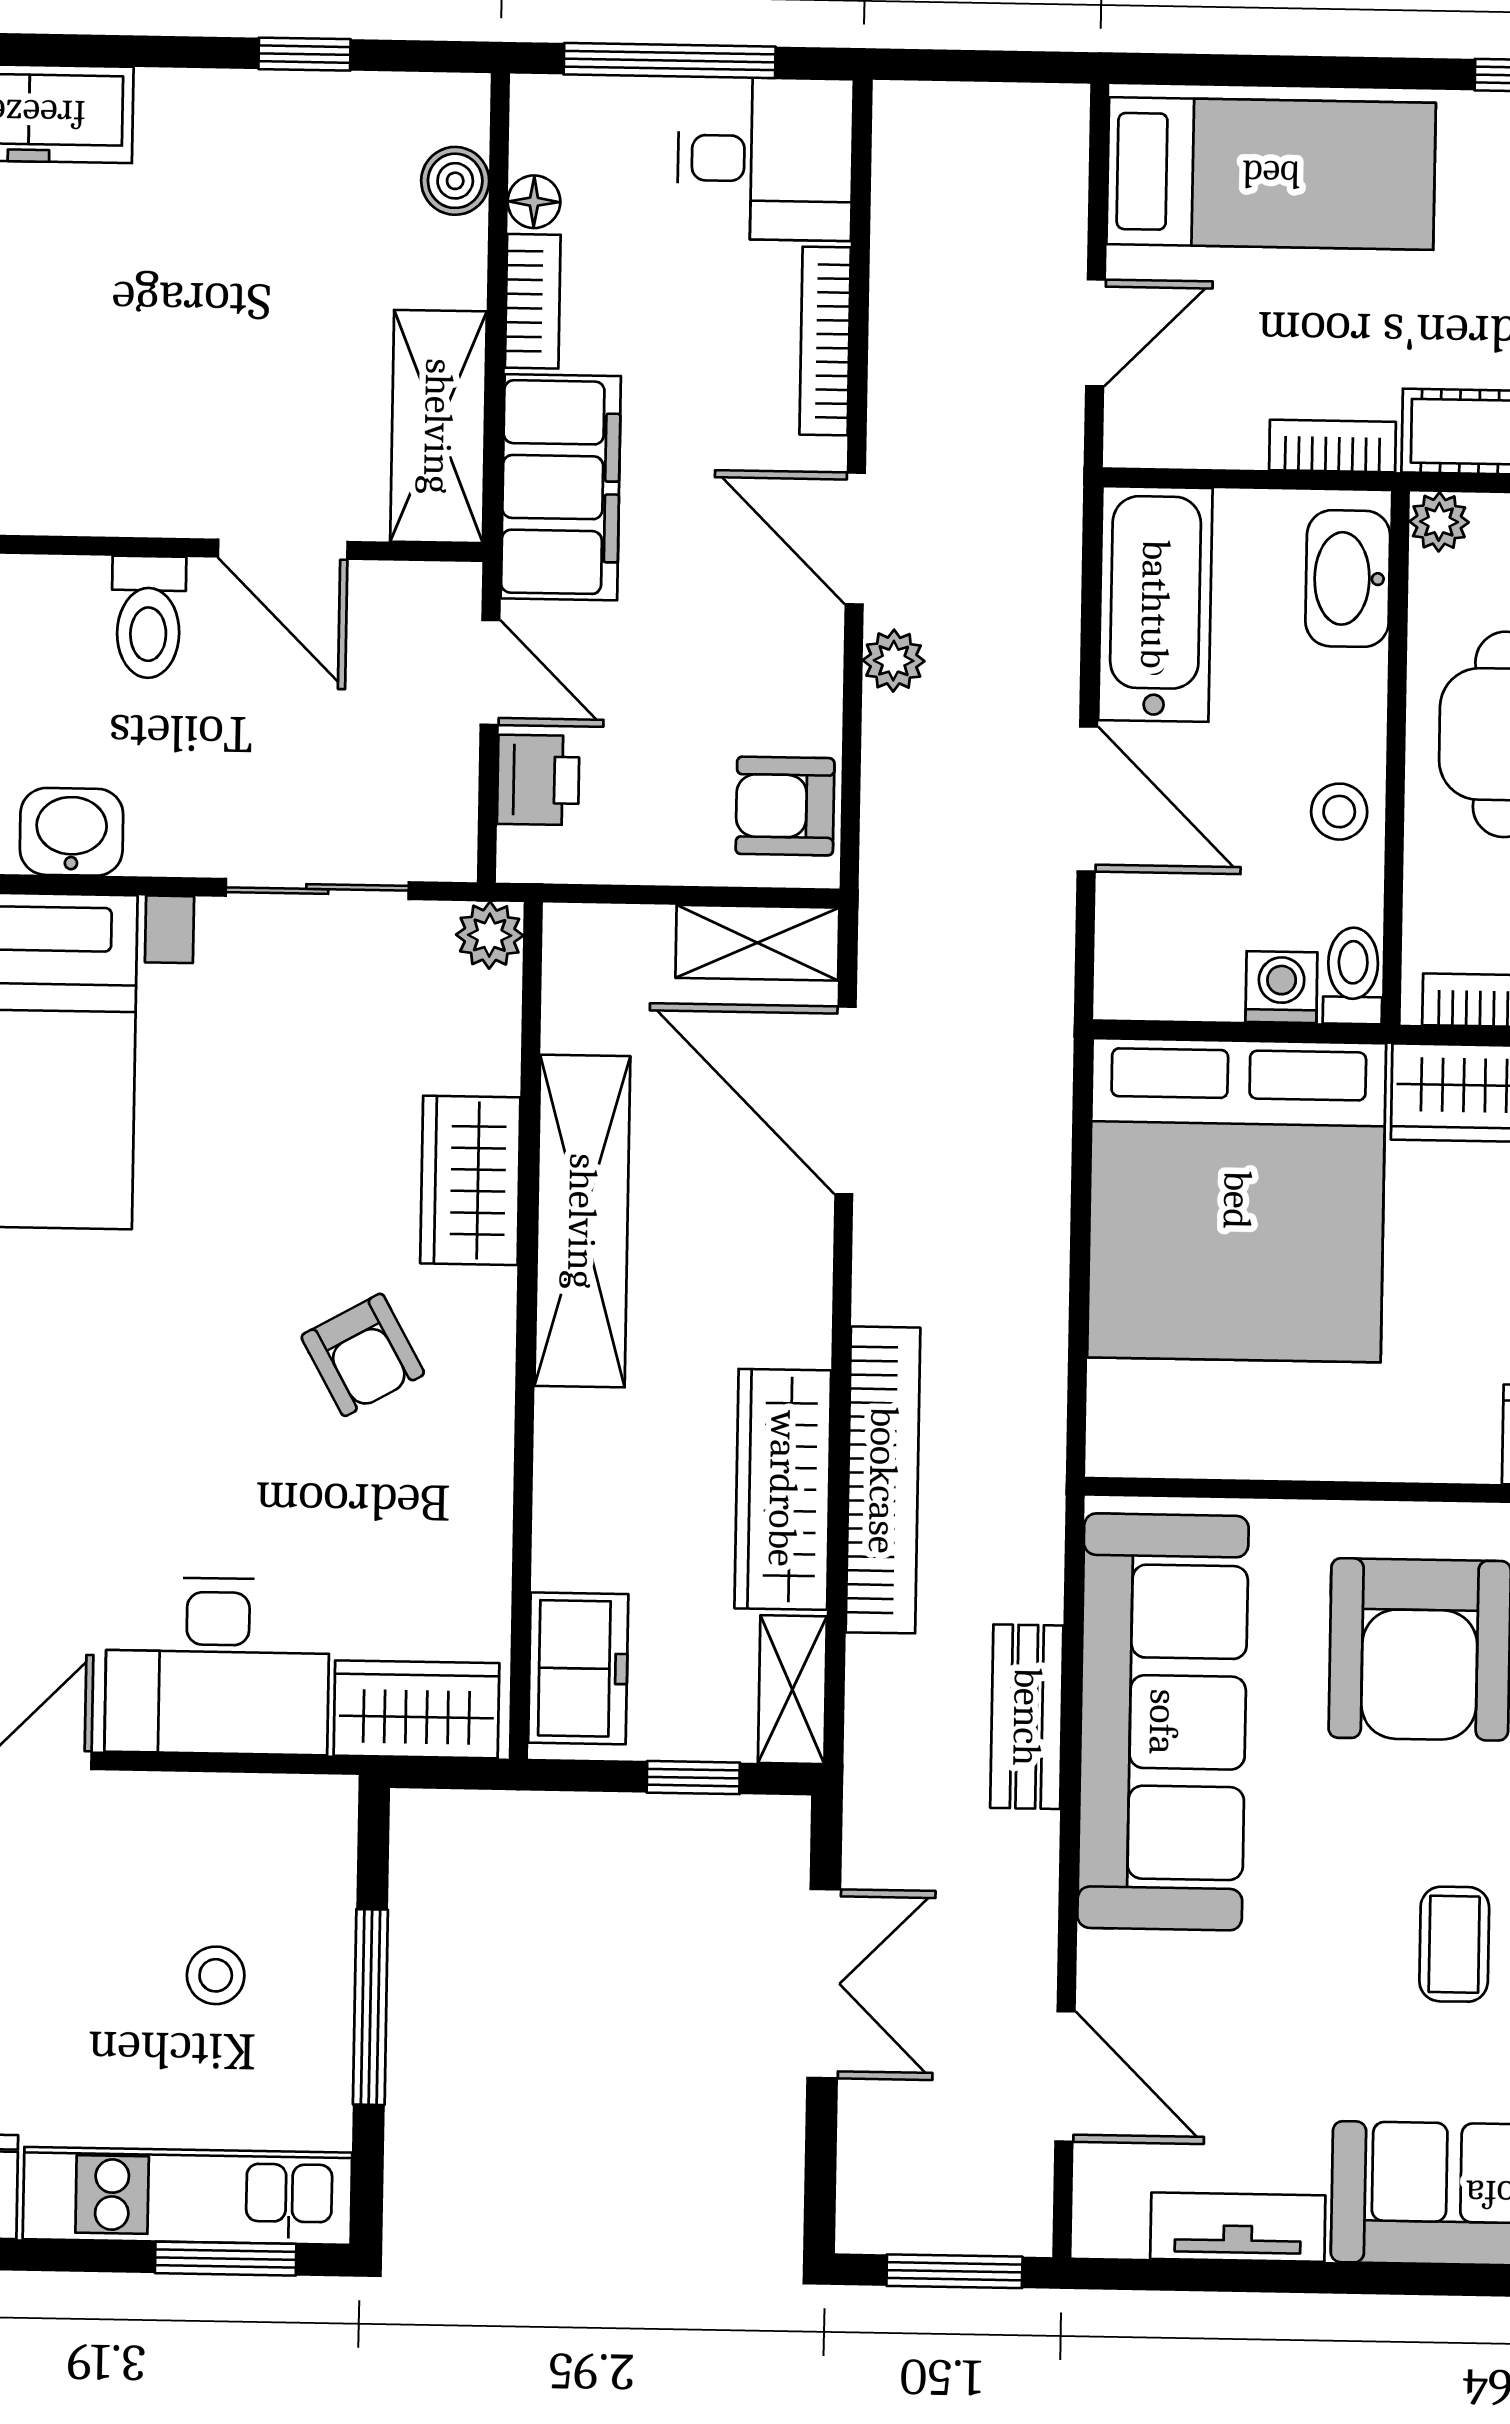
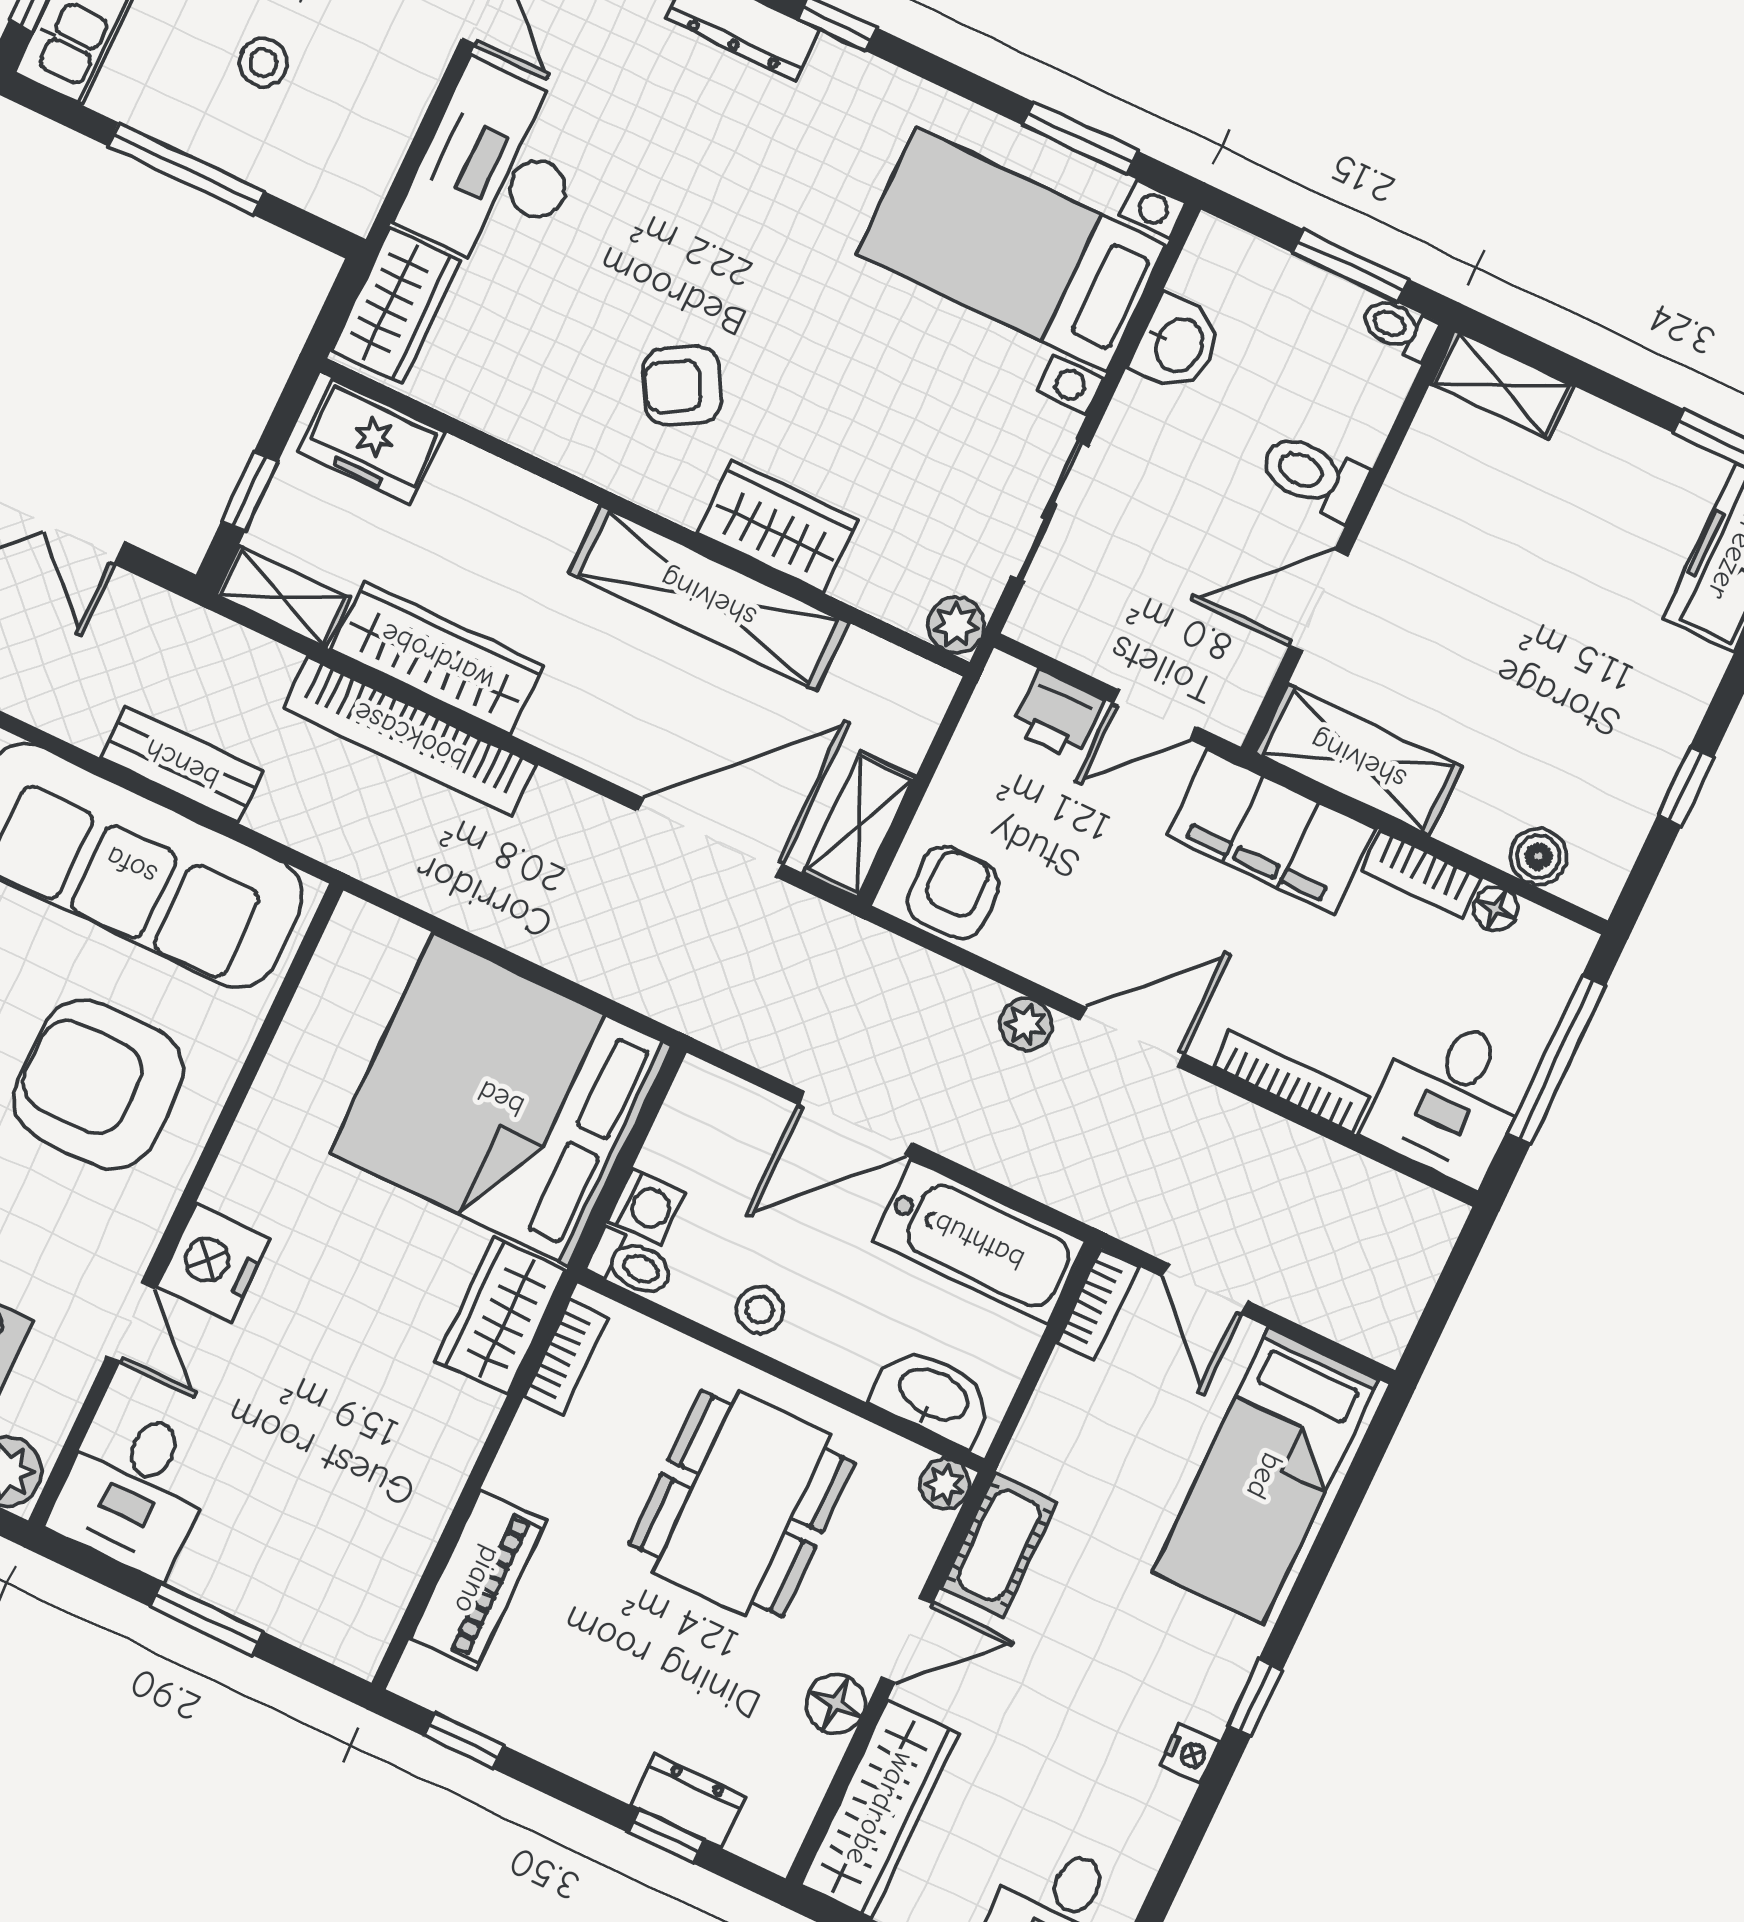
bookcase: (1332, 446) -> (1097, 1305), moved

